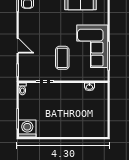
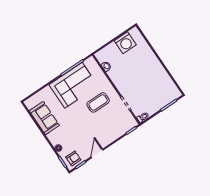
door: (18, 46) -> (97, 153), moved
washing machine: (27, 128) -> (125, 43), moved, turned -90

